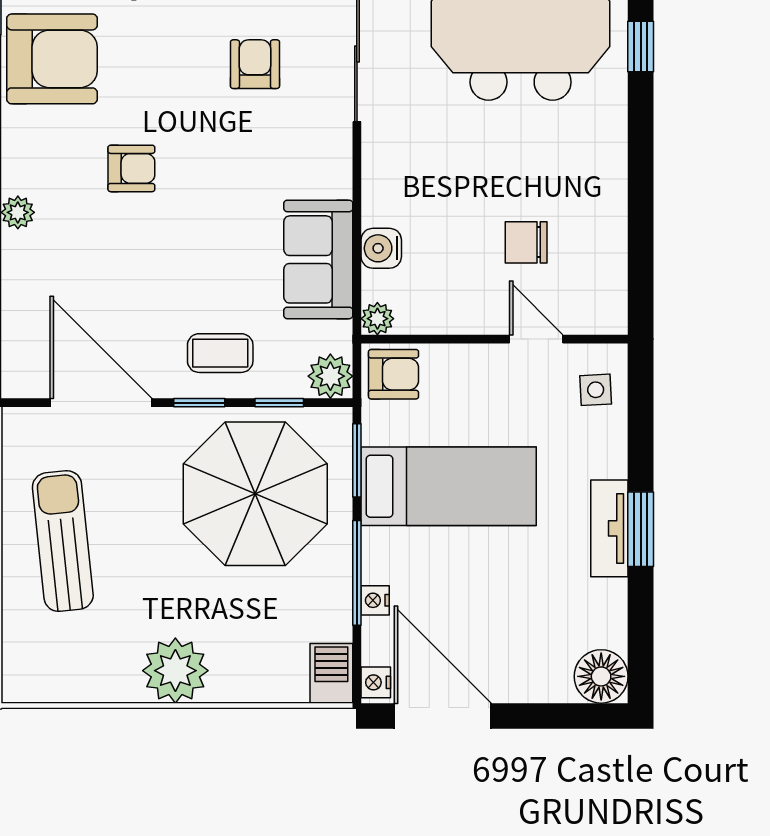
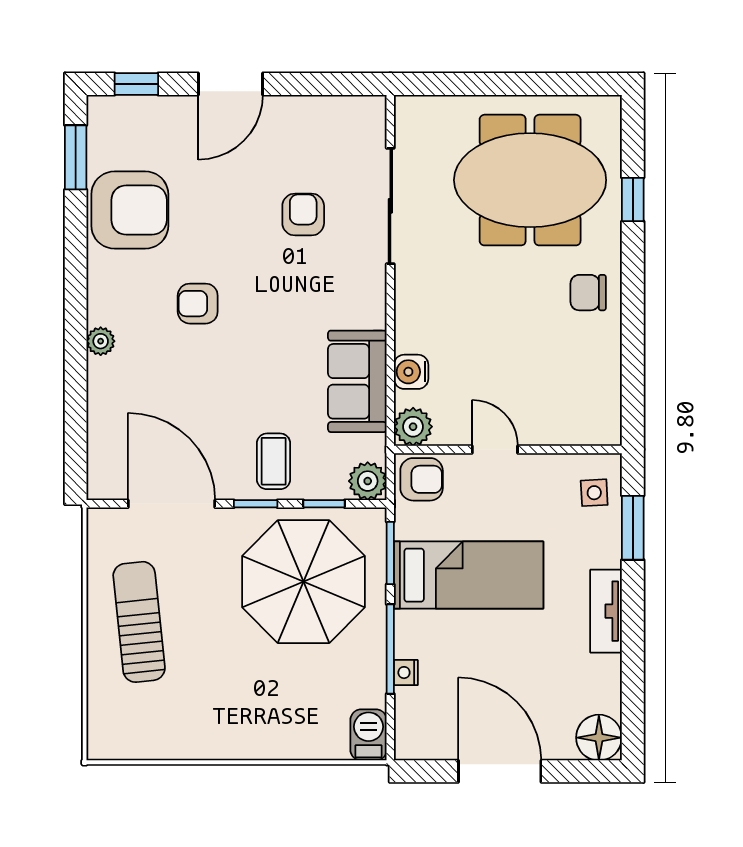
armchair: (131, 168) -> (198, 304), turned 180
chair: (526, 242) -> (588, 293), moved
plant: (377, 319) -> (413, 427), width x1.38, depth x1.38
door: (536, 339) -> (495, 449), moved
coffee table: (220, 353) -> (274, 461), turned 90
window: (641, 529) -> (633, 528), moved
plant: (175, 671) -> (235, 733), removed
nightstand: (376, 682) -> (406, 743), removed
door: (443, 716) -> (500, 771), moved

